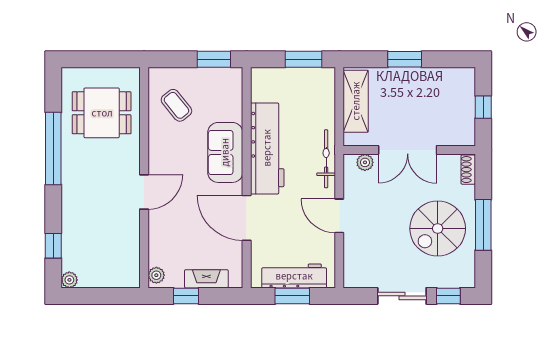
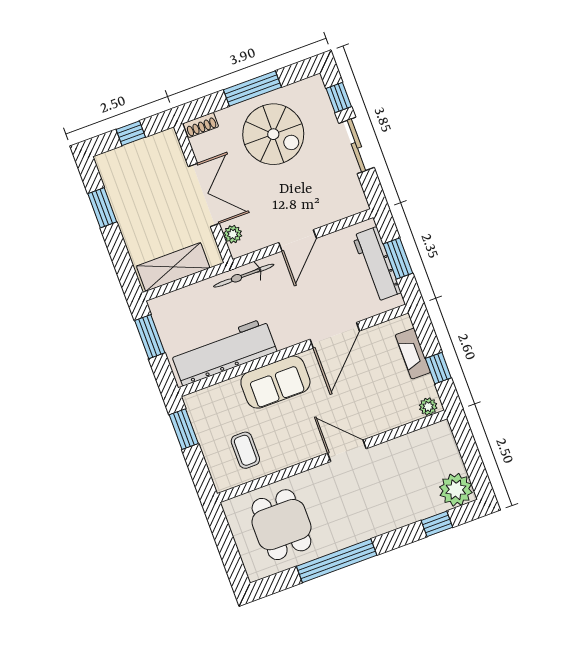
window: (405, 59) -> (102, 208), moved
coffee table: (176, 105) -> (245, 450), turned -51
workbench: (267, 148) -> (224, 352), moved
plant: (69, 280) -> (456, 490), width x1.87, depth x1.87

